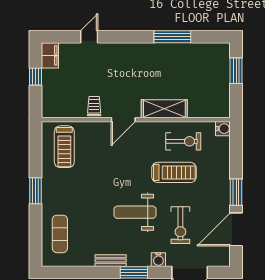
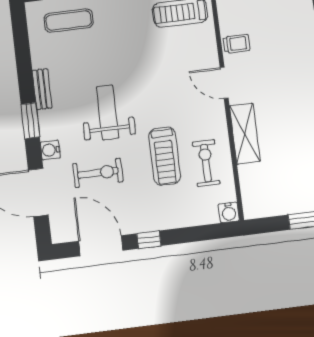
exercise bike: (183, 141) -> (206, 163), turned 180
window: (236, 192) -> (149, 240), width x0.67
exercise bike: (180, 225) -> (98, 173), turned 180

